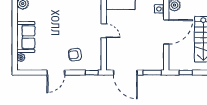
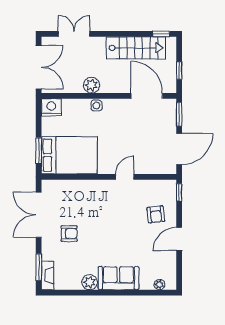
door: (166, 32) -> (147, 96), moved
sofa: (26, 37) -> (118, 278), moved
door: (56, 73) -> (179, 239), swing flipped

